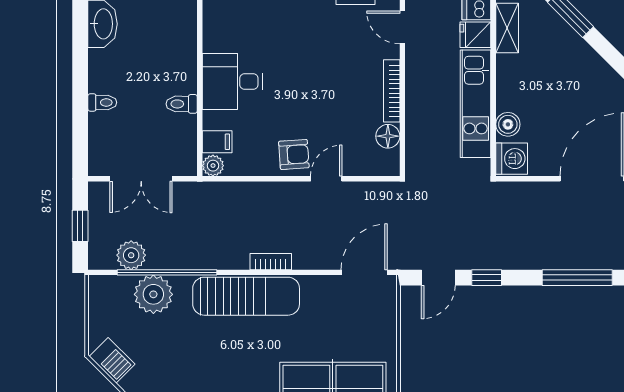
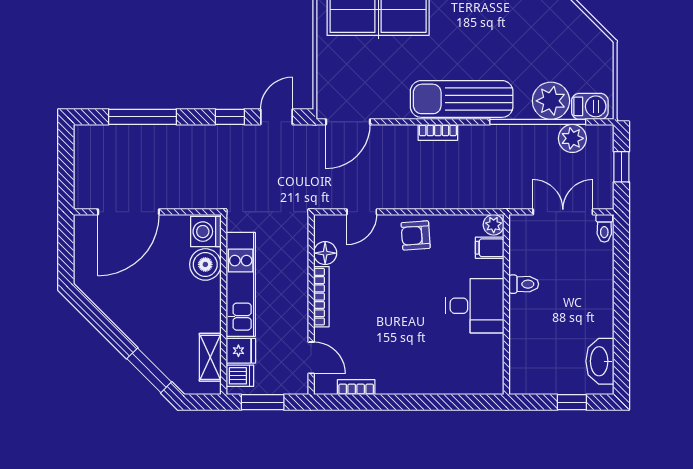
toilet: (102, 102) -> (604, 228), moved, turned -90
boiler: (508, 124) -> (205, 264), width x1.36, depth x1.36
door: (326, 179) -> (362, 212), moved
barbecue: (112, 360) -> (590, 106), moved, turned 135

